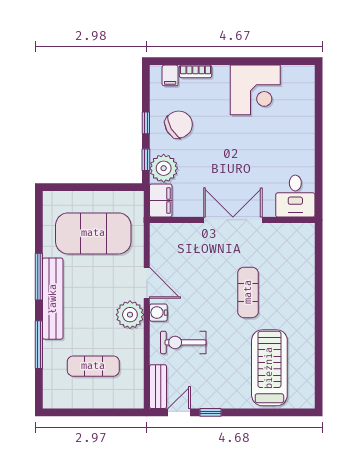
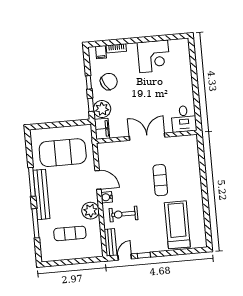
plant: (130, 315) -> (90, 211), moved

